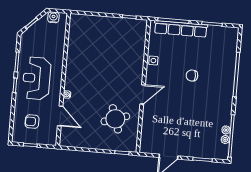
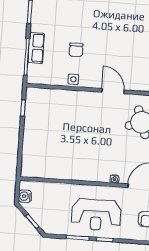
row of seats: (181, 29) -> (36, 48), width x0.50
chair: (192, 76) -> (76, 50), moved

